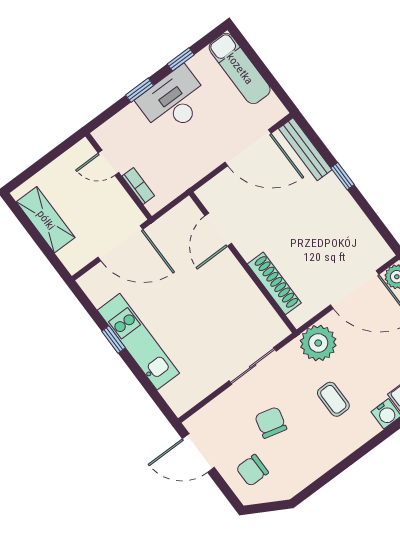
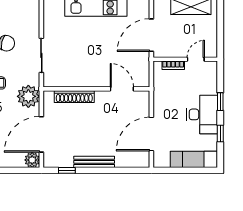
bench: (305, 149) -> (94, 162), moved
window: (343, 176) -> (67, 170), moved

